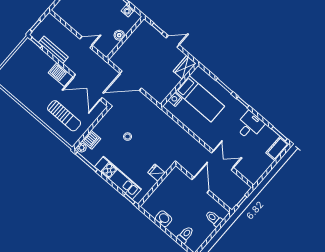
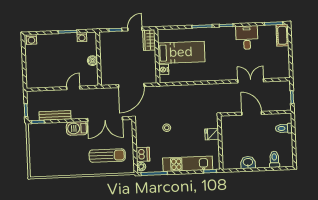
wardrobe: (185, 67) -> (149, 40), moved
wall: (179, 85) -> (157, 56), moved
nightstand: (175, 99) -> (164, 70), moved
bed: (200, 99) -> (181, 52), moved

